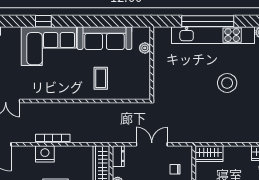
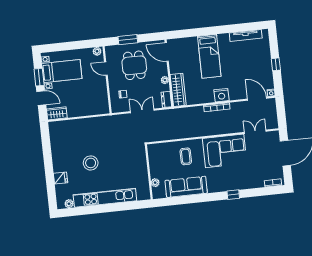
window: (208, 21) -> (110, 208), removed
corner sofa: (49, 46) -> (225, 151), moved, turned 180
double door: (152, 144) -> (142, 111), swing flipped
wardrobe: (209, 154) -> (99, 108), removed

